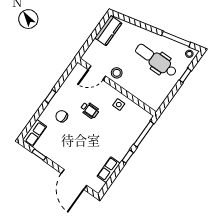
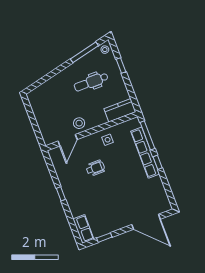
kitchen counter: (108, 31) -> (120, 110), moved, turned -90
dental chair: (156, 60) -> (91, 82), width x0.73, depth x0.72
chair: (62, 116) -> (84, 196), removed
row of seats: (109, 170) -> (145, 153), moved, width x2.02

